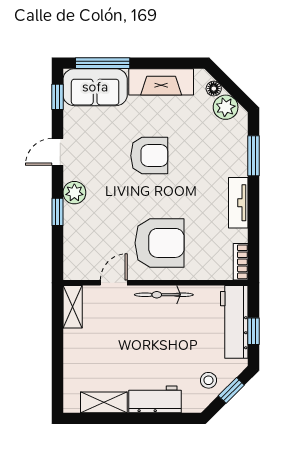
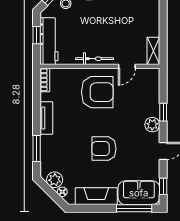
armchair: (160, 243) -> (97, 92), turned 180

